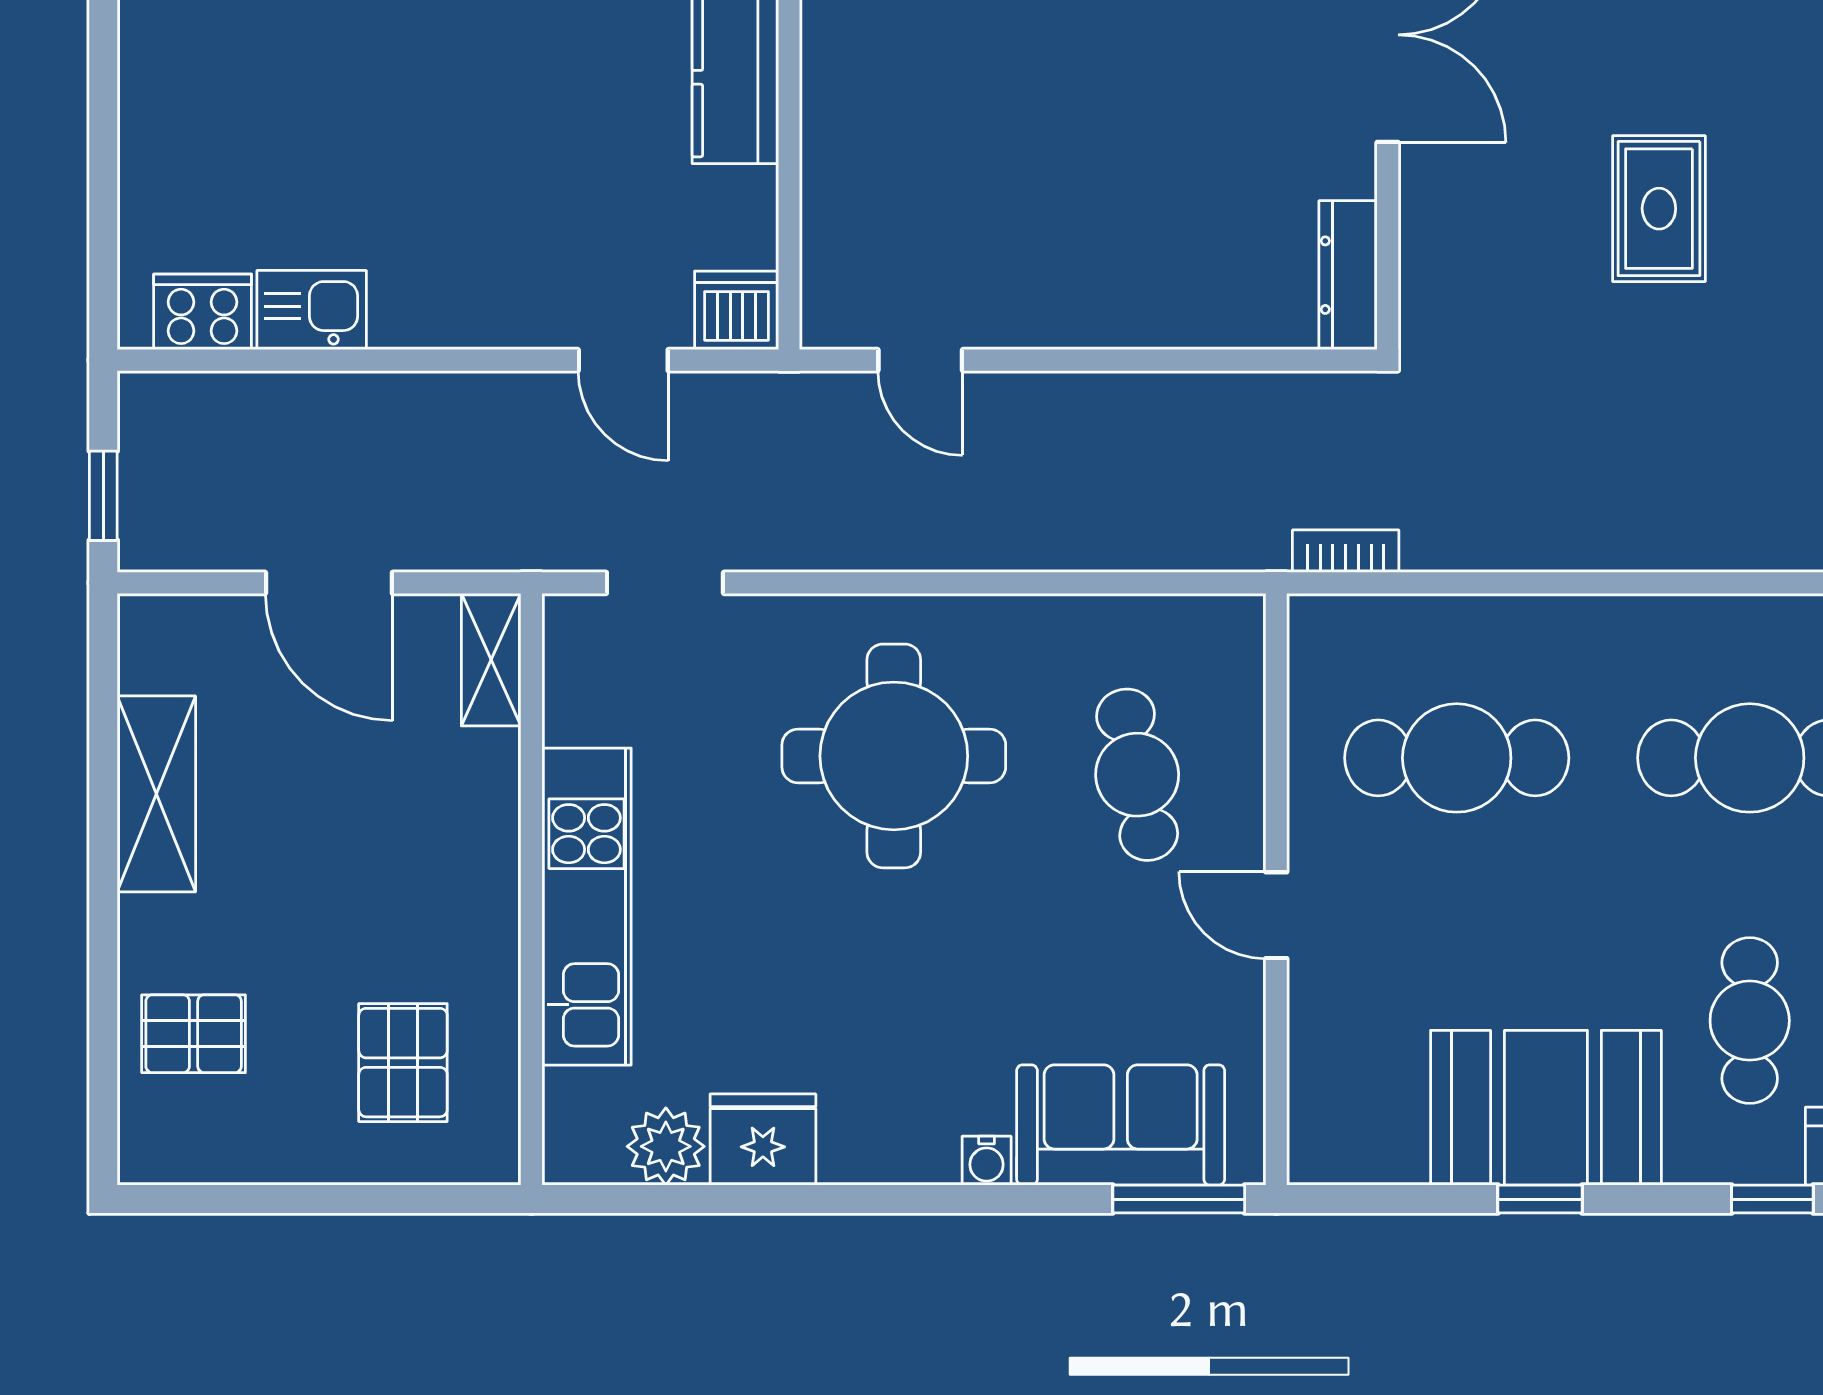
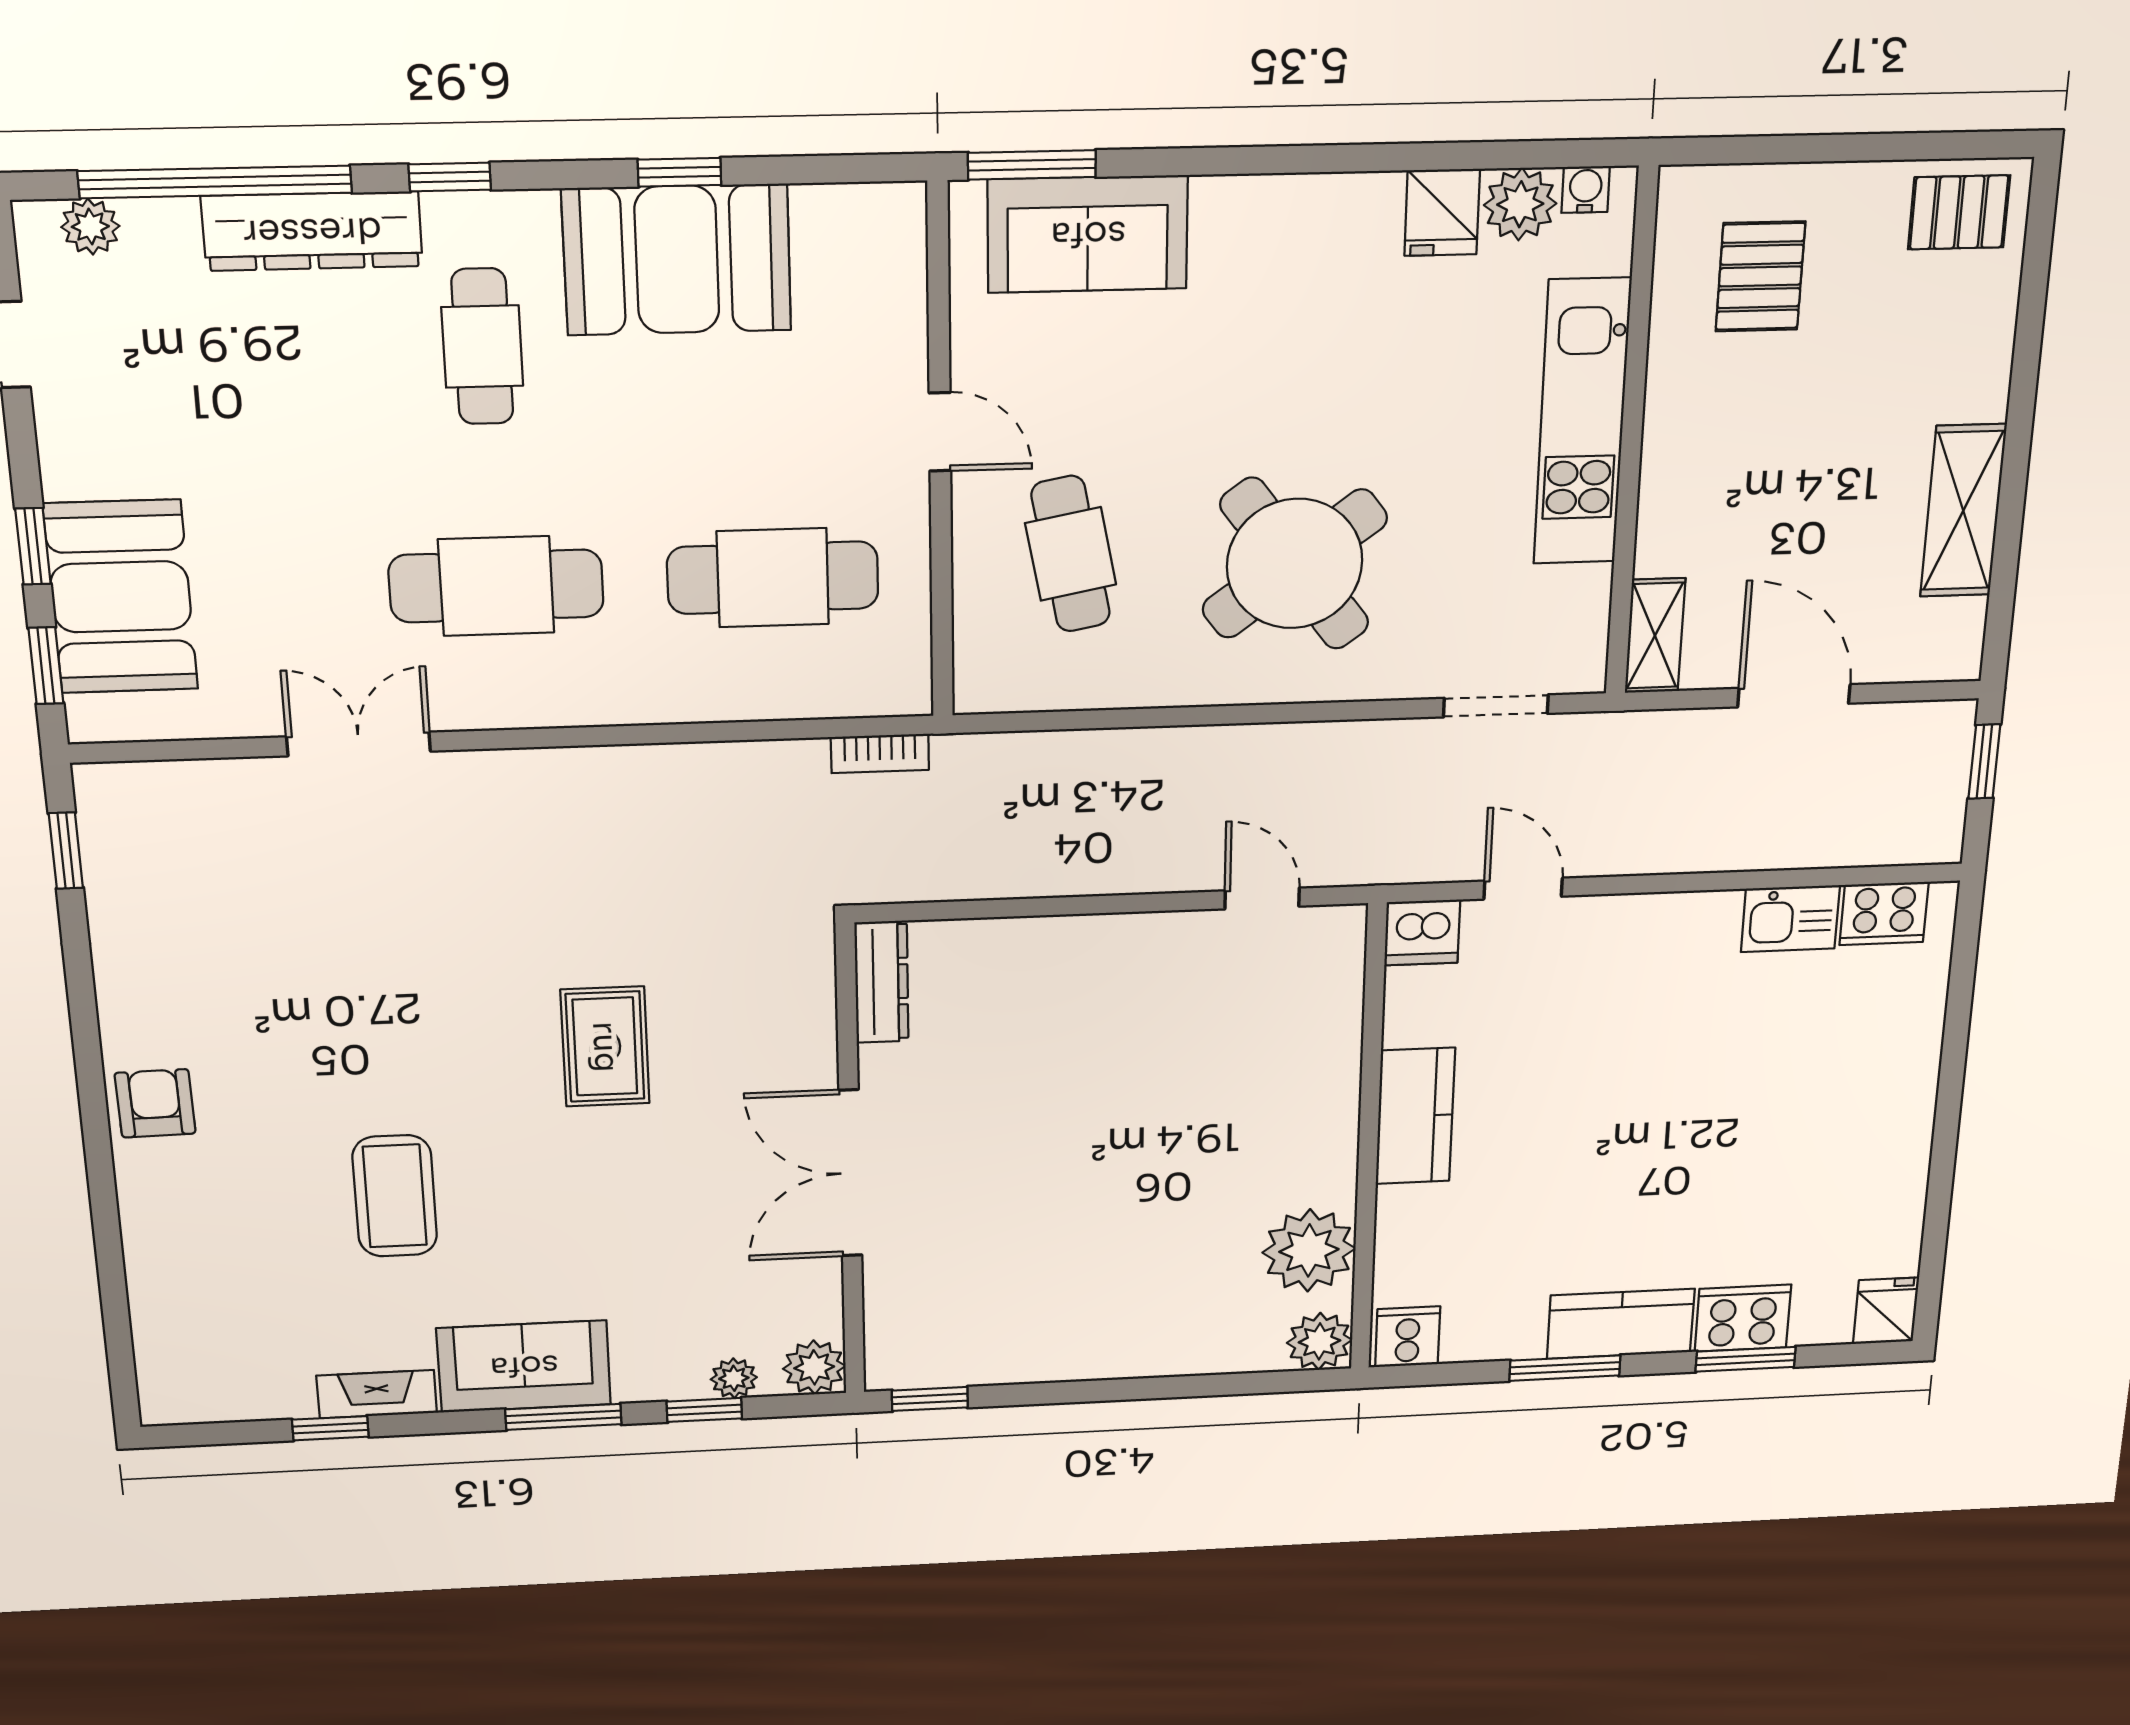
round table: (894, 756) -> (1295, 564), turned -37
pallet: (194, 1034) -> (1959, 212), moved
fridge: (763, 1140) -> (1442, 212), width x0.72
water cooler: (987, 1161) -> (1586, 189), moved

